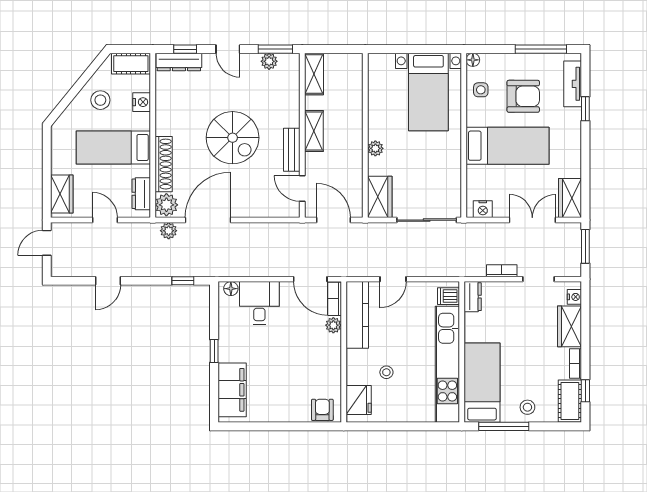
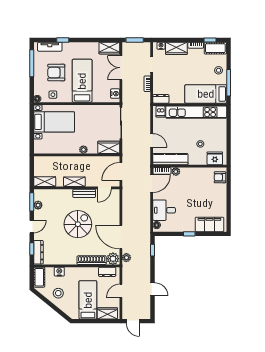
armchair: (523, 96) -> (56, 73), turned -90
bed: (113, 147) -> (88, 300), moved, turned 180

